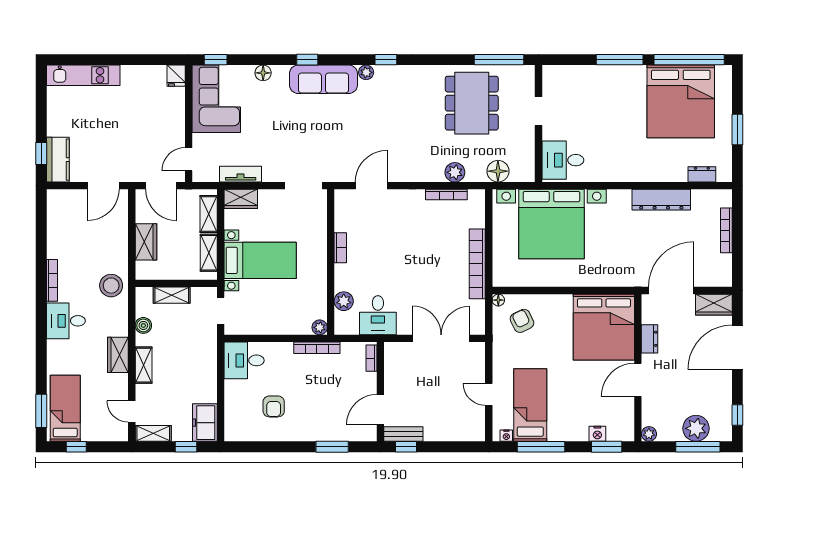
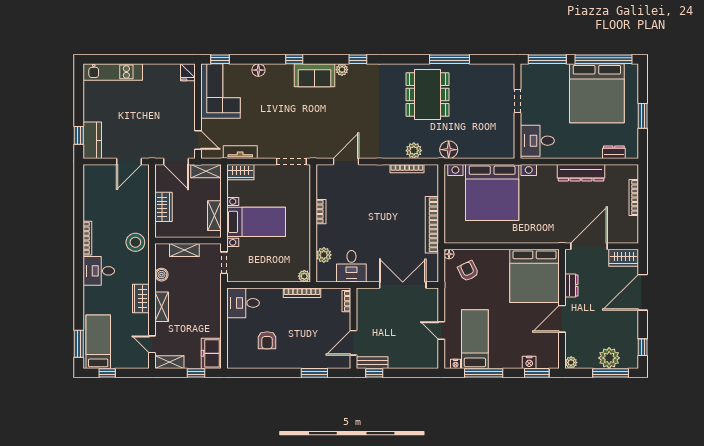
sofa: (323, 79) -> (315, 75), width x0.73
doorway: (538, 111) -> (517, 101), moved
wall: (538, 124) -> (517, 111), moved
door: (189, 159) -> (198, 140), swing flipped
desk: (563, 160) -> (537, 141), moved
shelving: (209, 214) -> (206, 171), moved, turned 90

